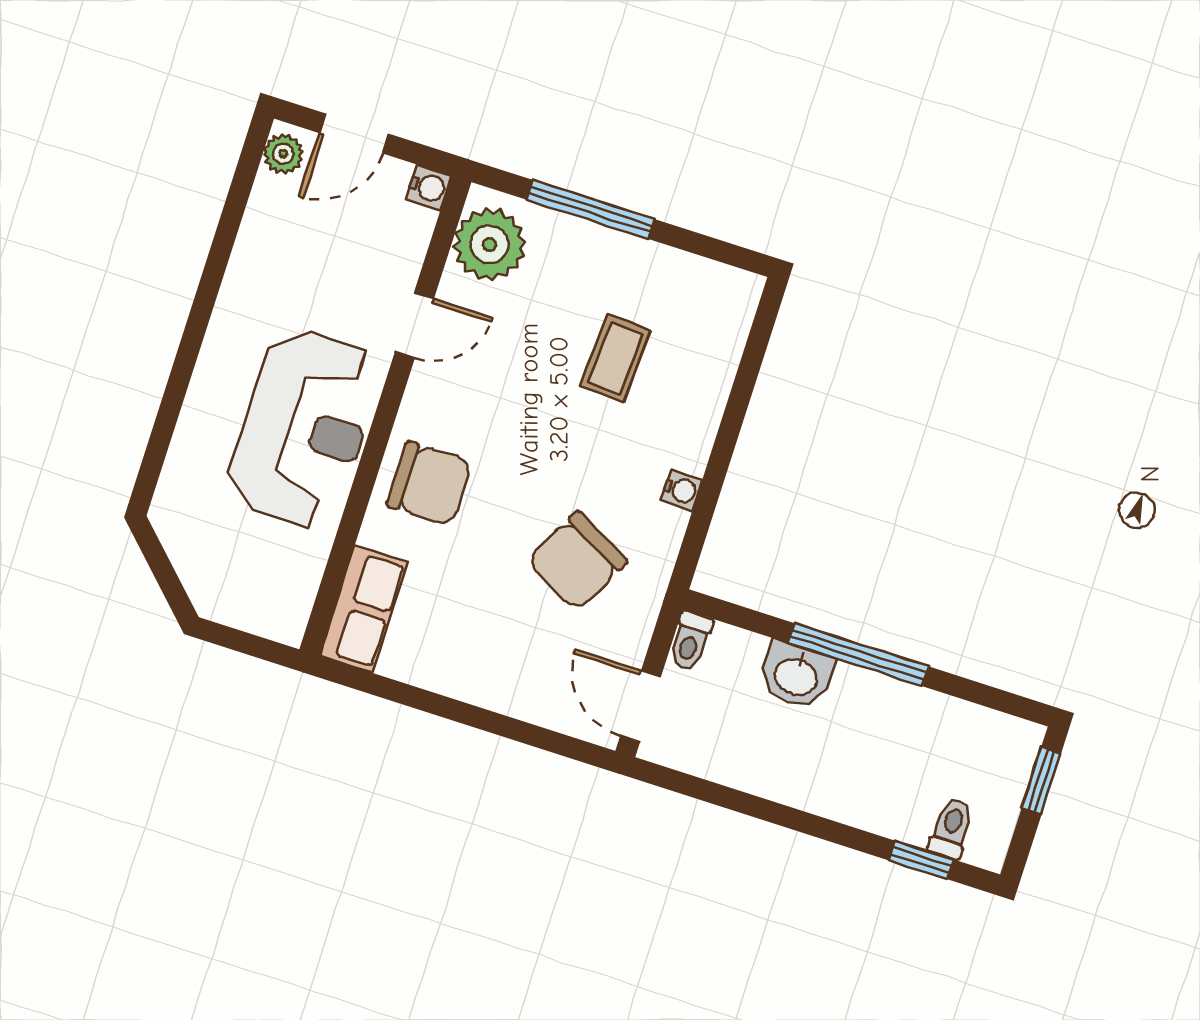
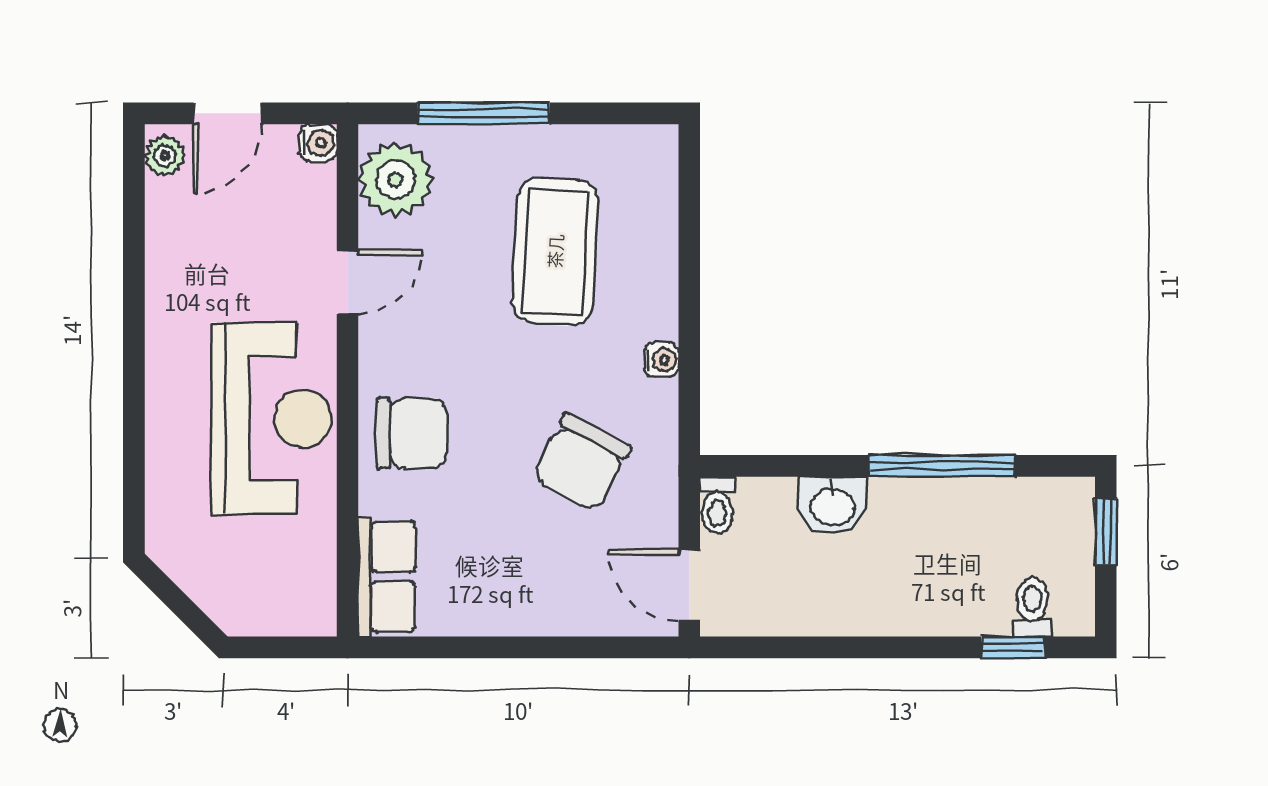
coffee table: (616, 358) -> (555, 251), width x1.86, depth x1.72
window: (858, 655) -> (942, 466), moved

